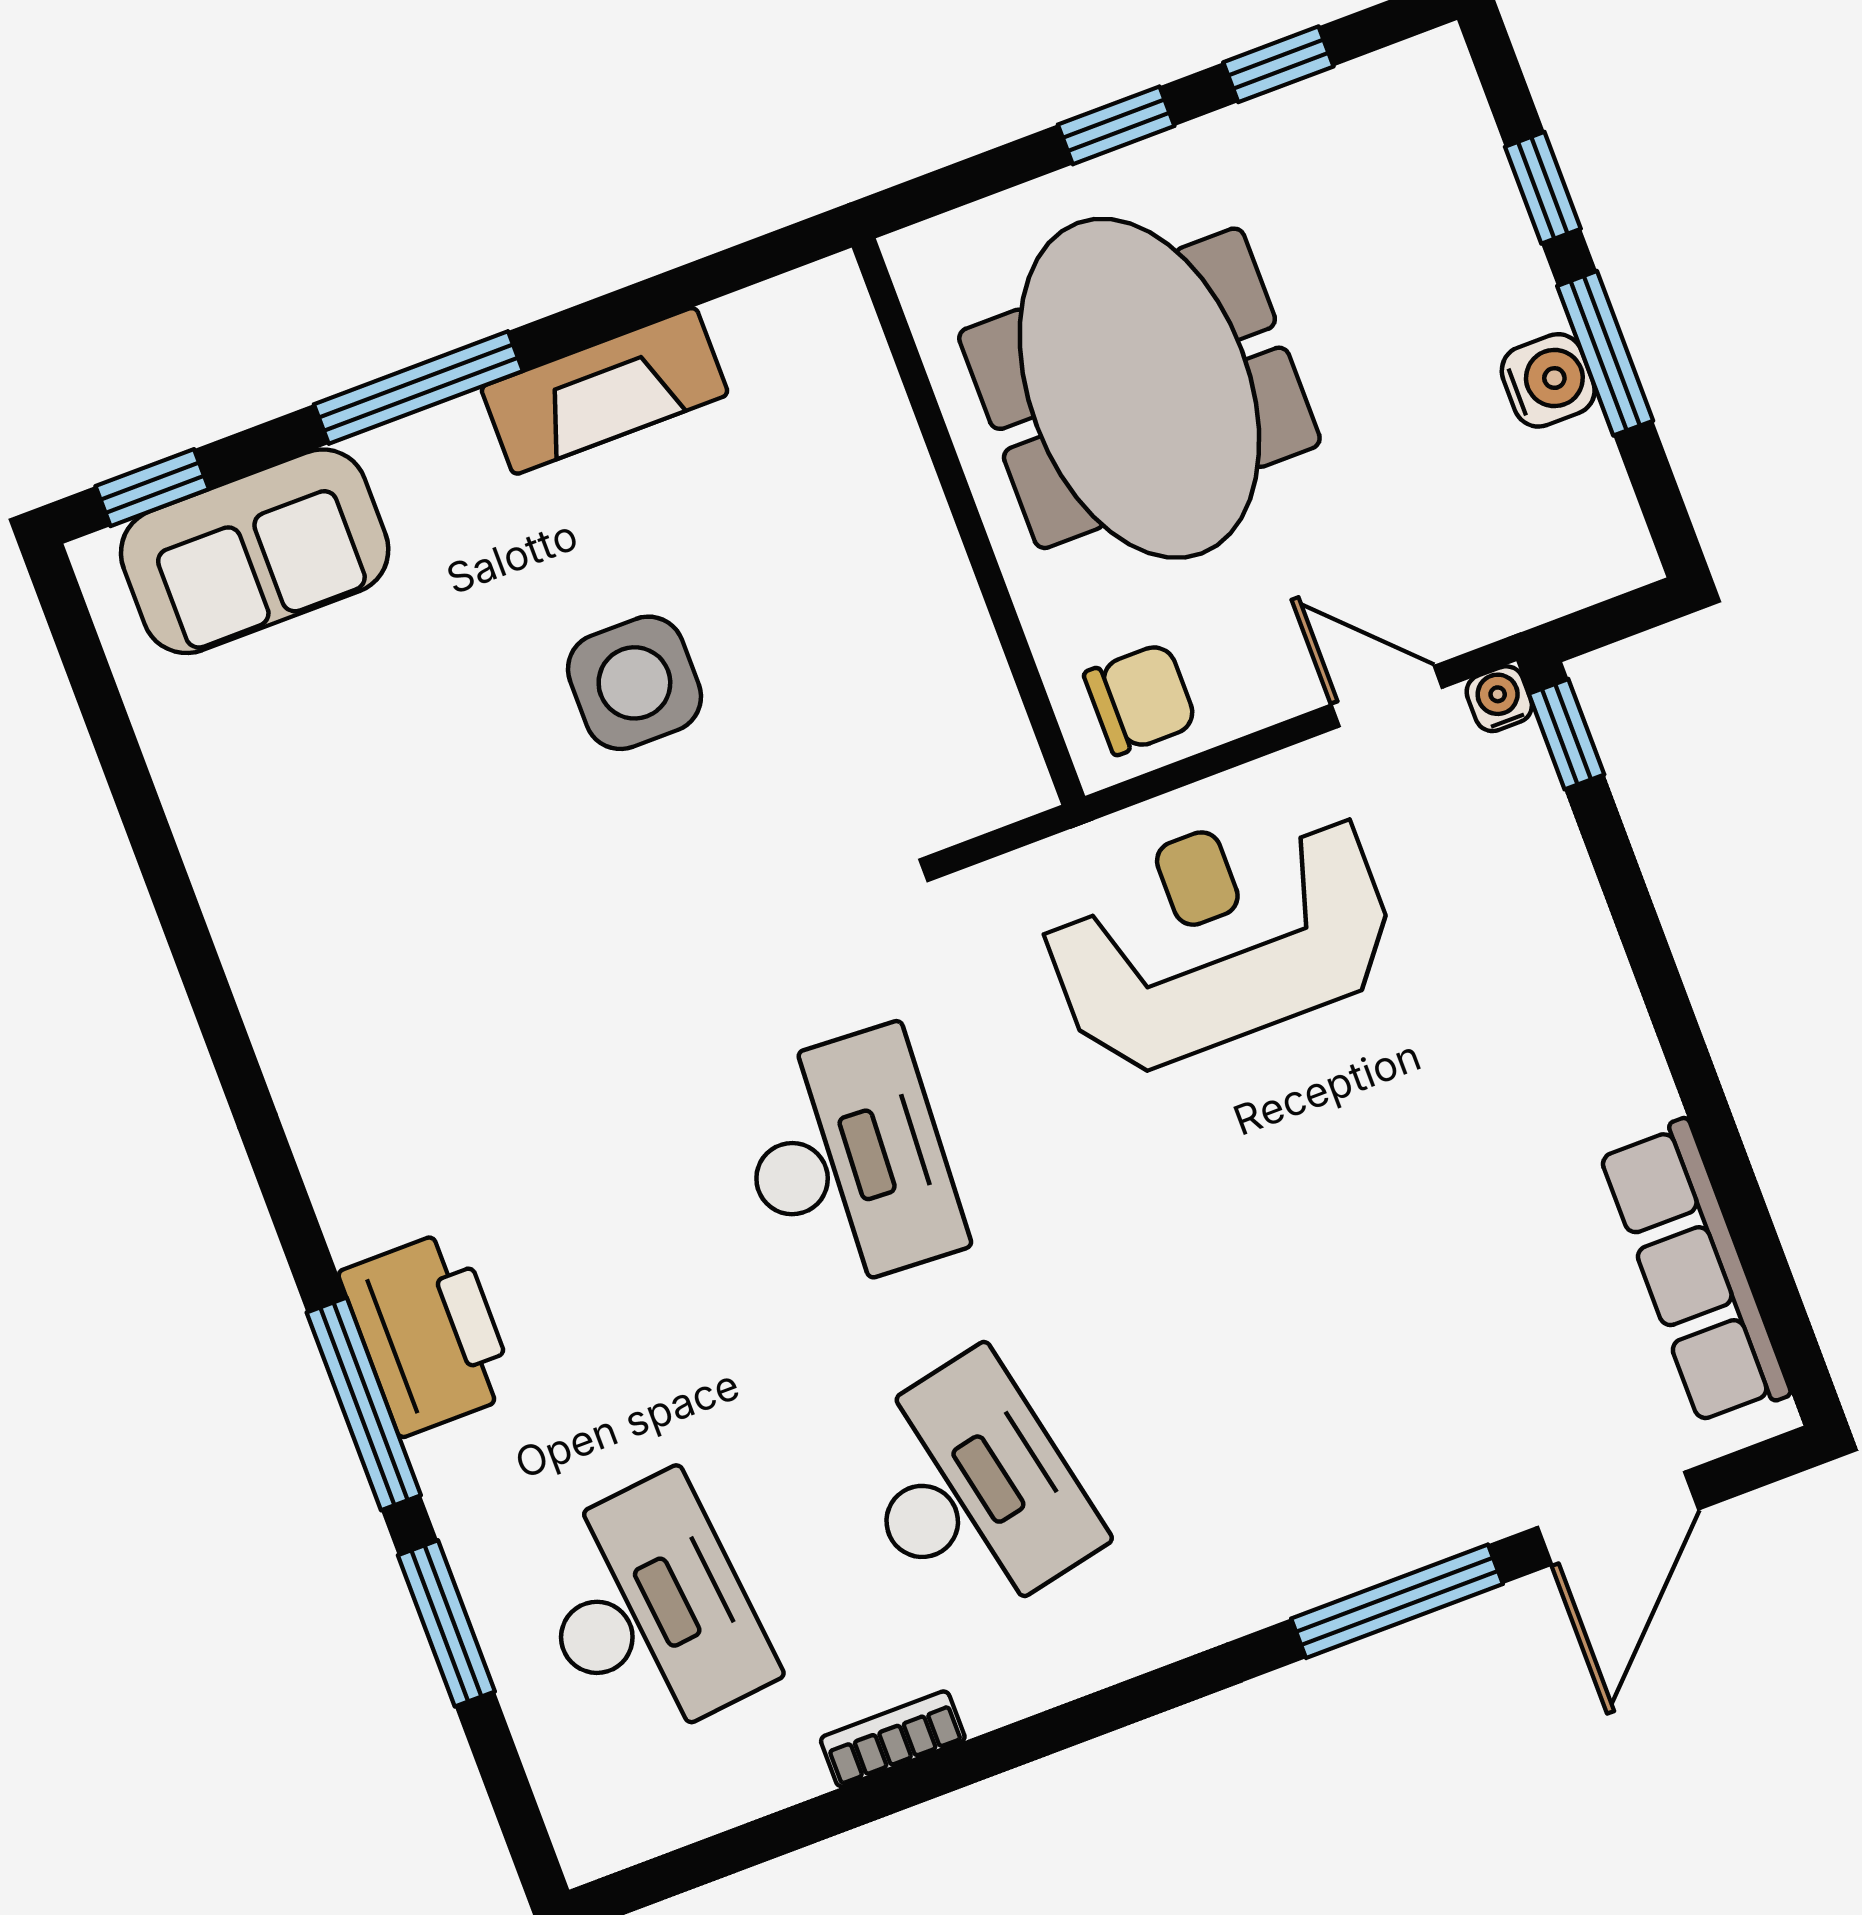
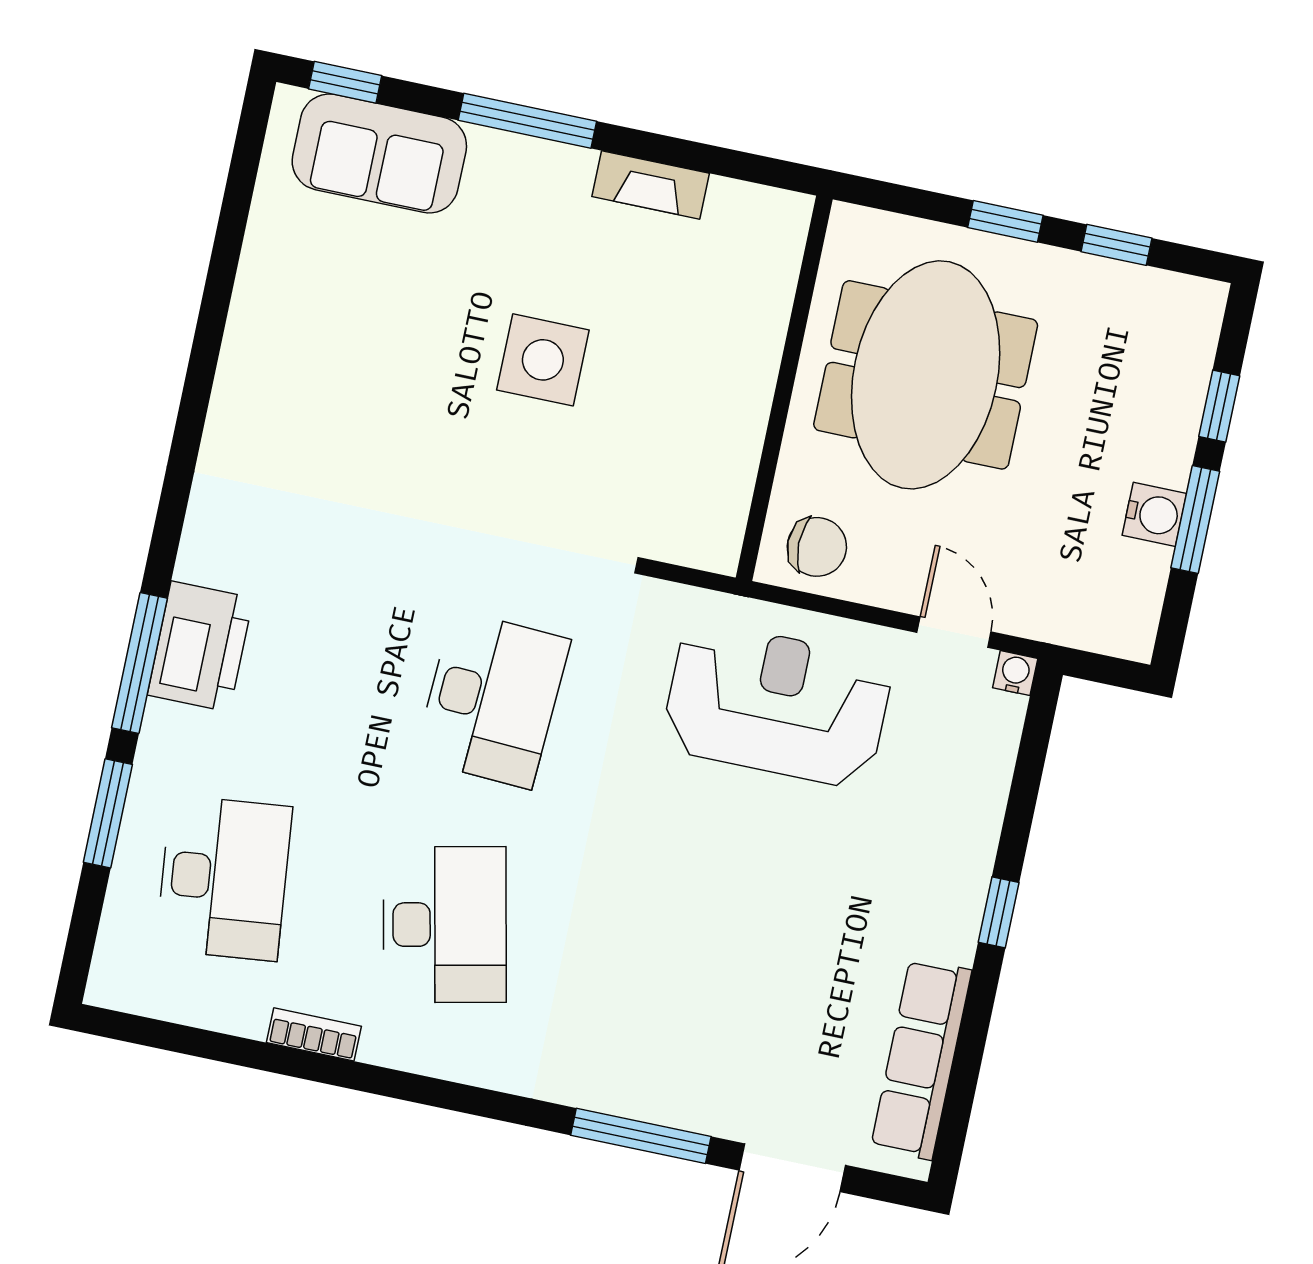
fireplace: (605, 391) -> (651, 185), width x0.73, depth x0.76
window: (1566, 734) -> (999, 912), moved

